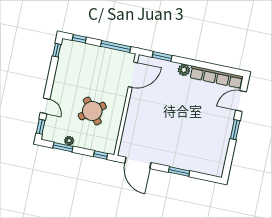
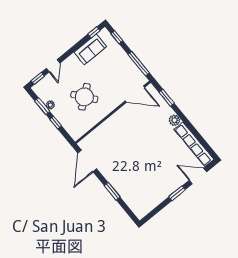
sofa: (65, 67) -> (90, 49), added
window: (101, 155) -> (56, 123), moved

